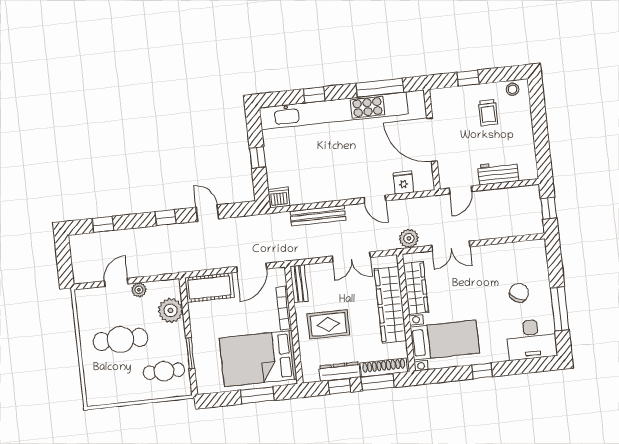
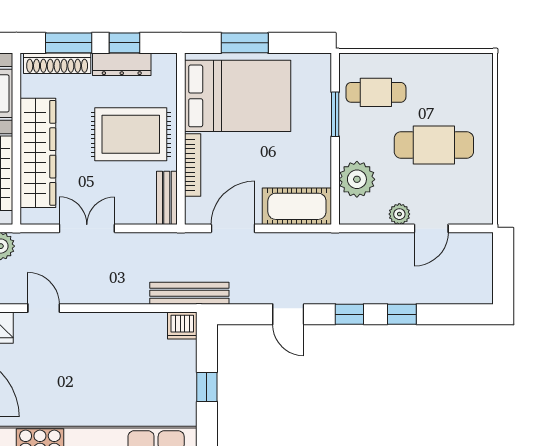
bench: (318, 216) -> (189, 293), moved
window: (103, 224) -> (402, 314), moved
rug: (328, 324) -> (131, 134), width x1.36, depth x1.43

